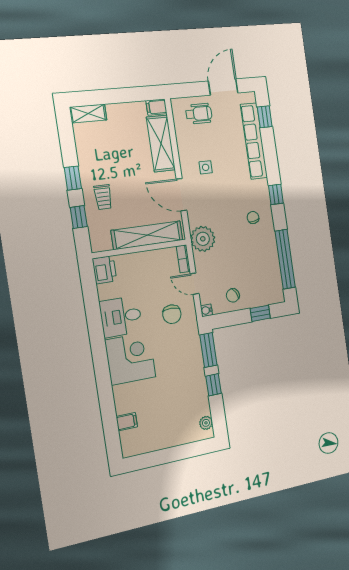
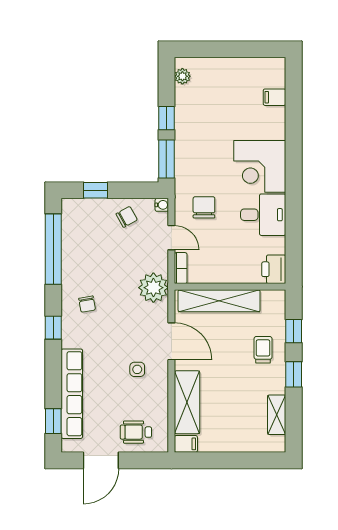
shelving: (88, 114) -> (277, 415), moved, turned 90

